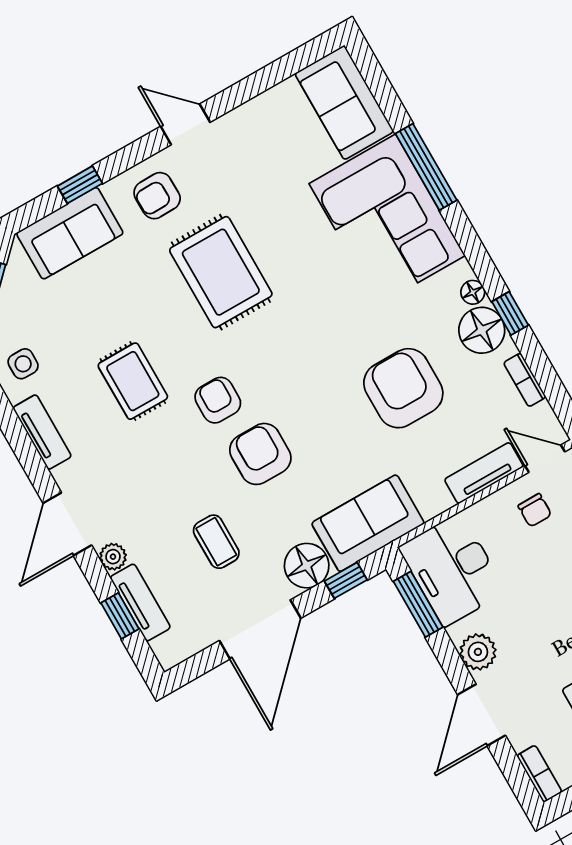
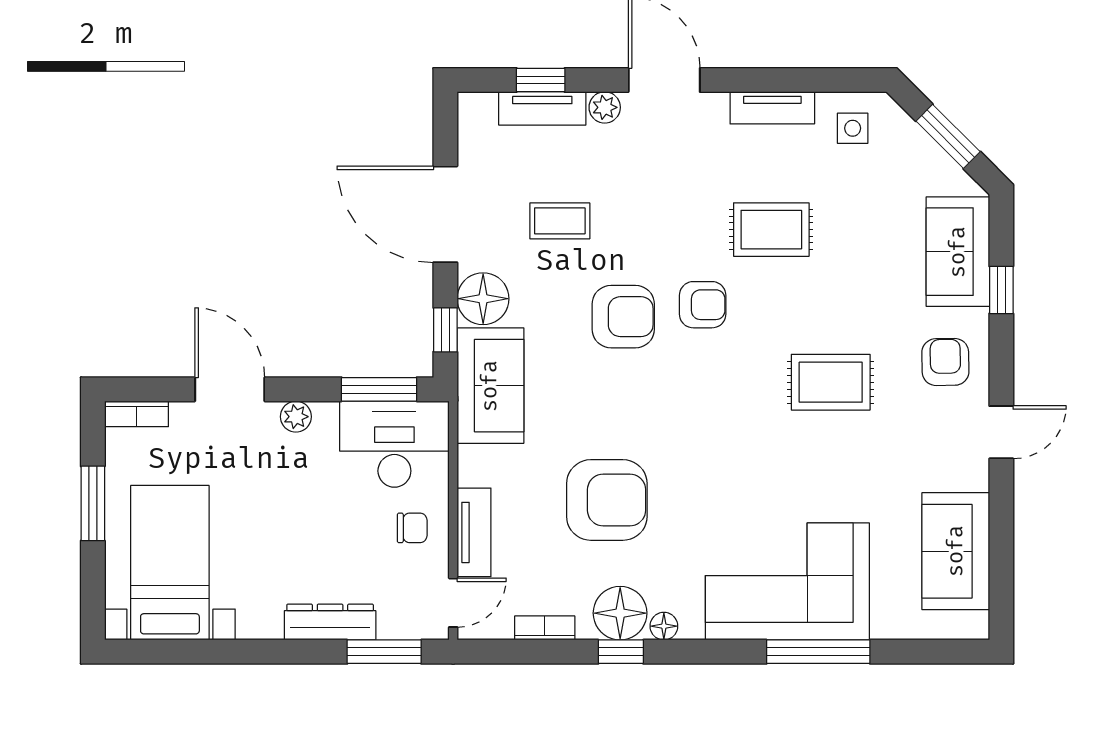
sofa: (344, 102) -> (956, 551), moved, turned -90
rug: (221, 272) -> (831, 382), width x0.73, depth x0.70
chair: (535, 510) -> (412, 528), moved, turned 180
plant: (478, 652) -> (296, 417), width x0.73, depth x0.73

